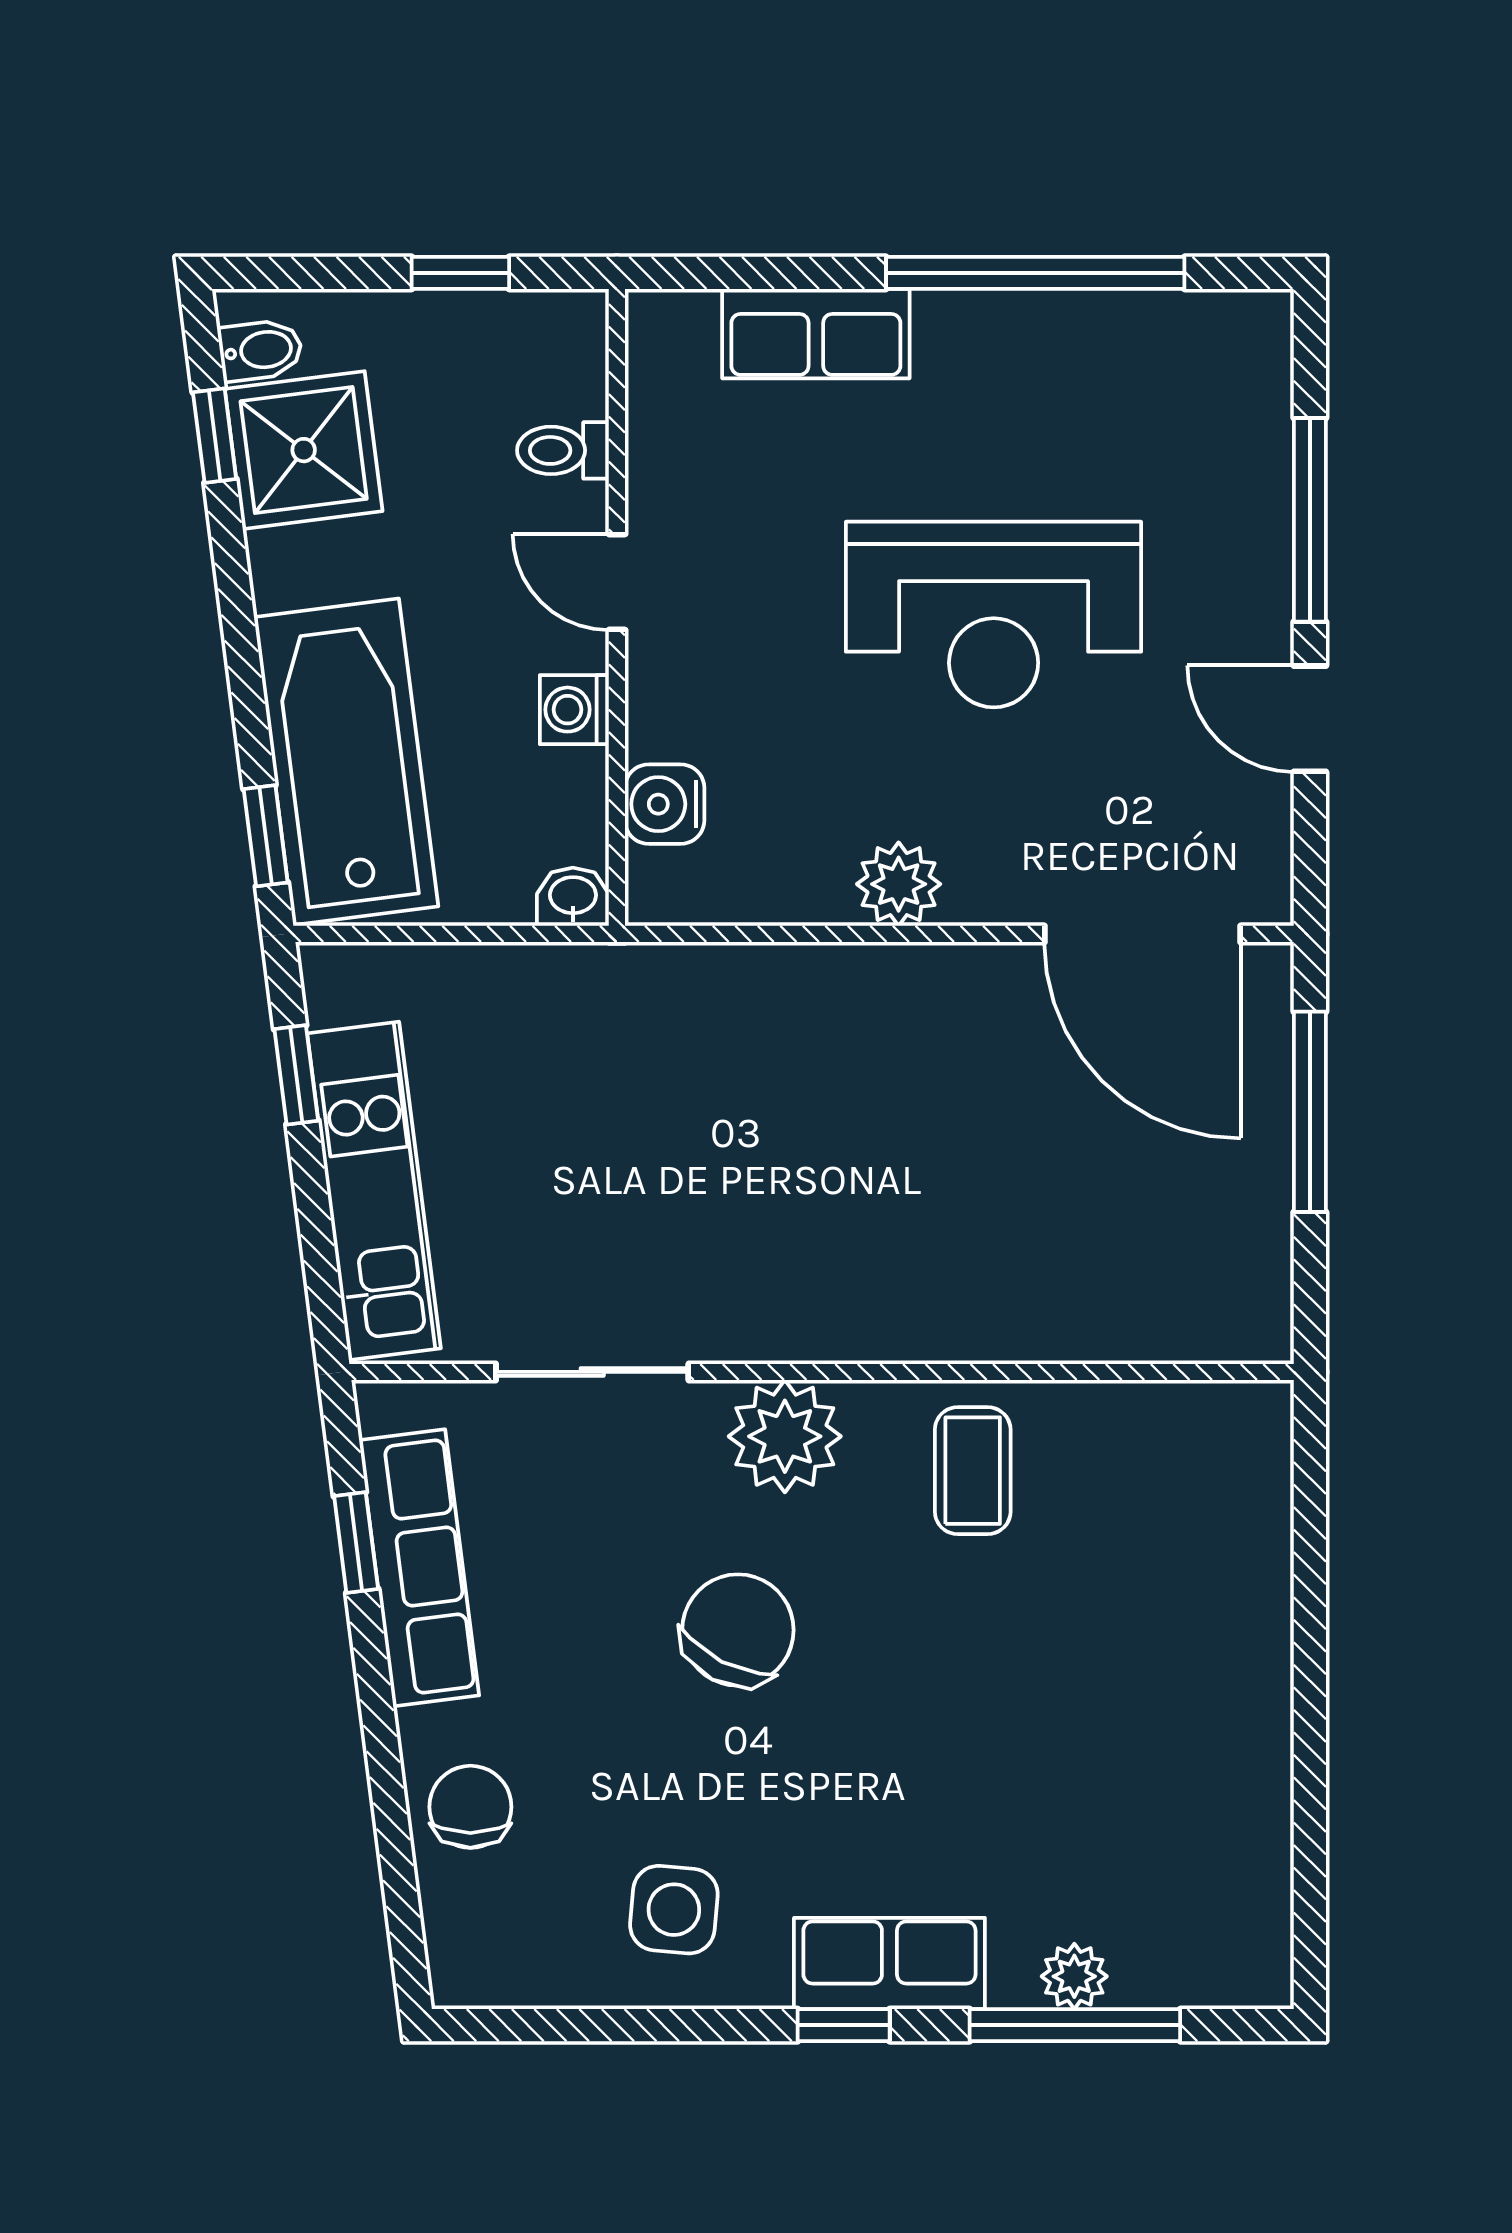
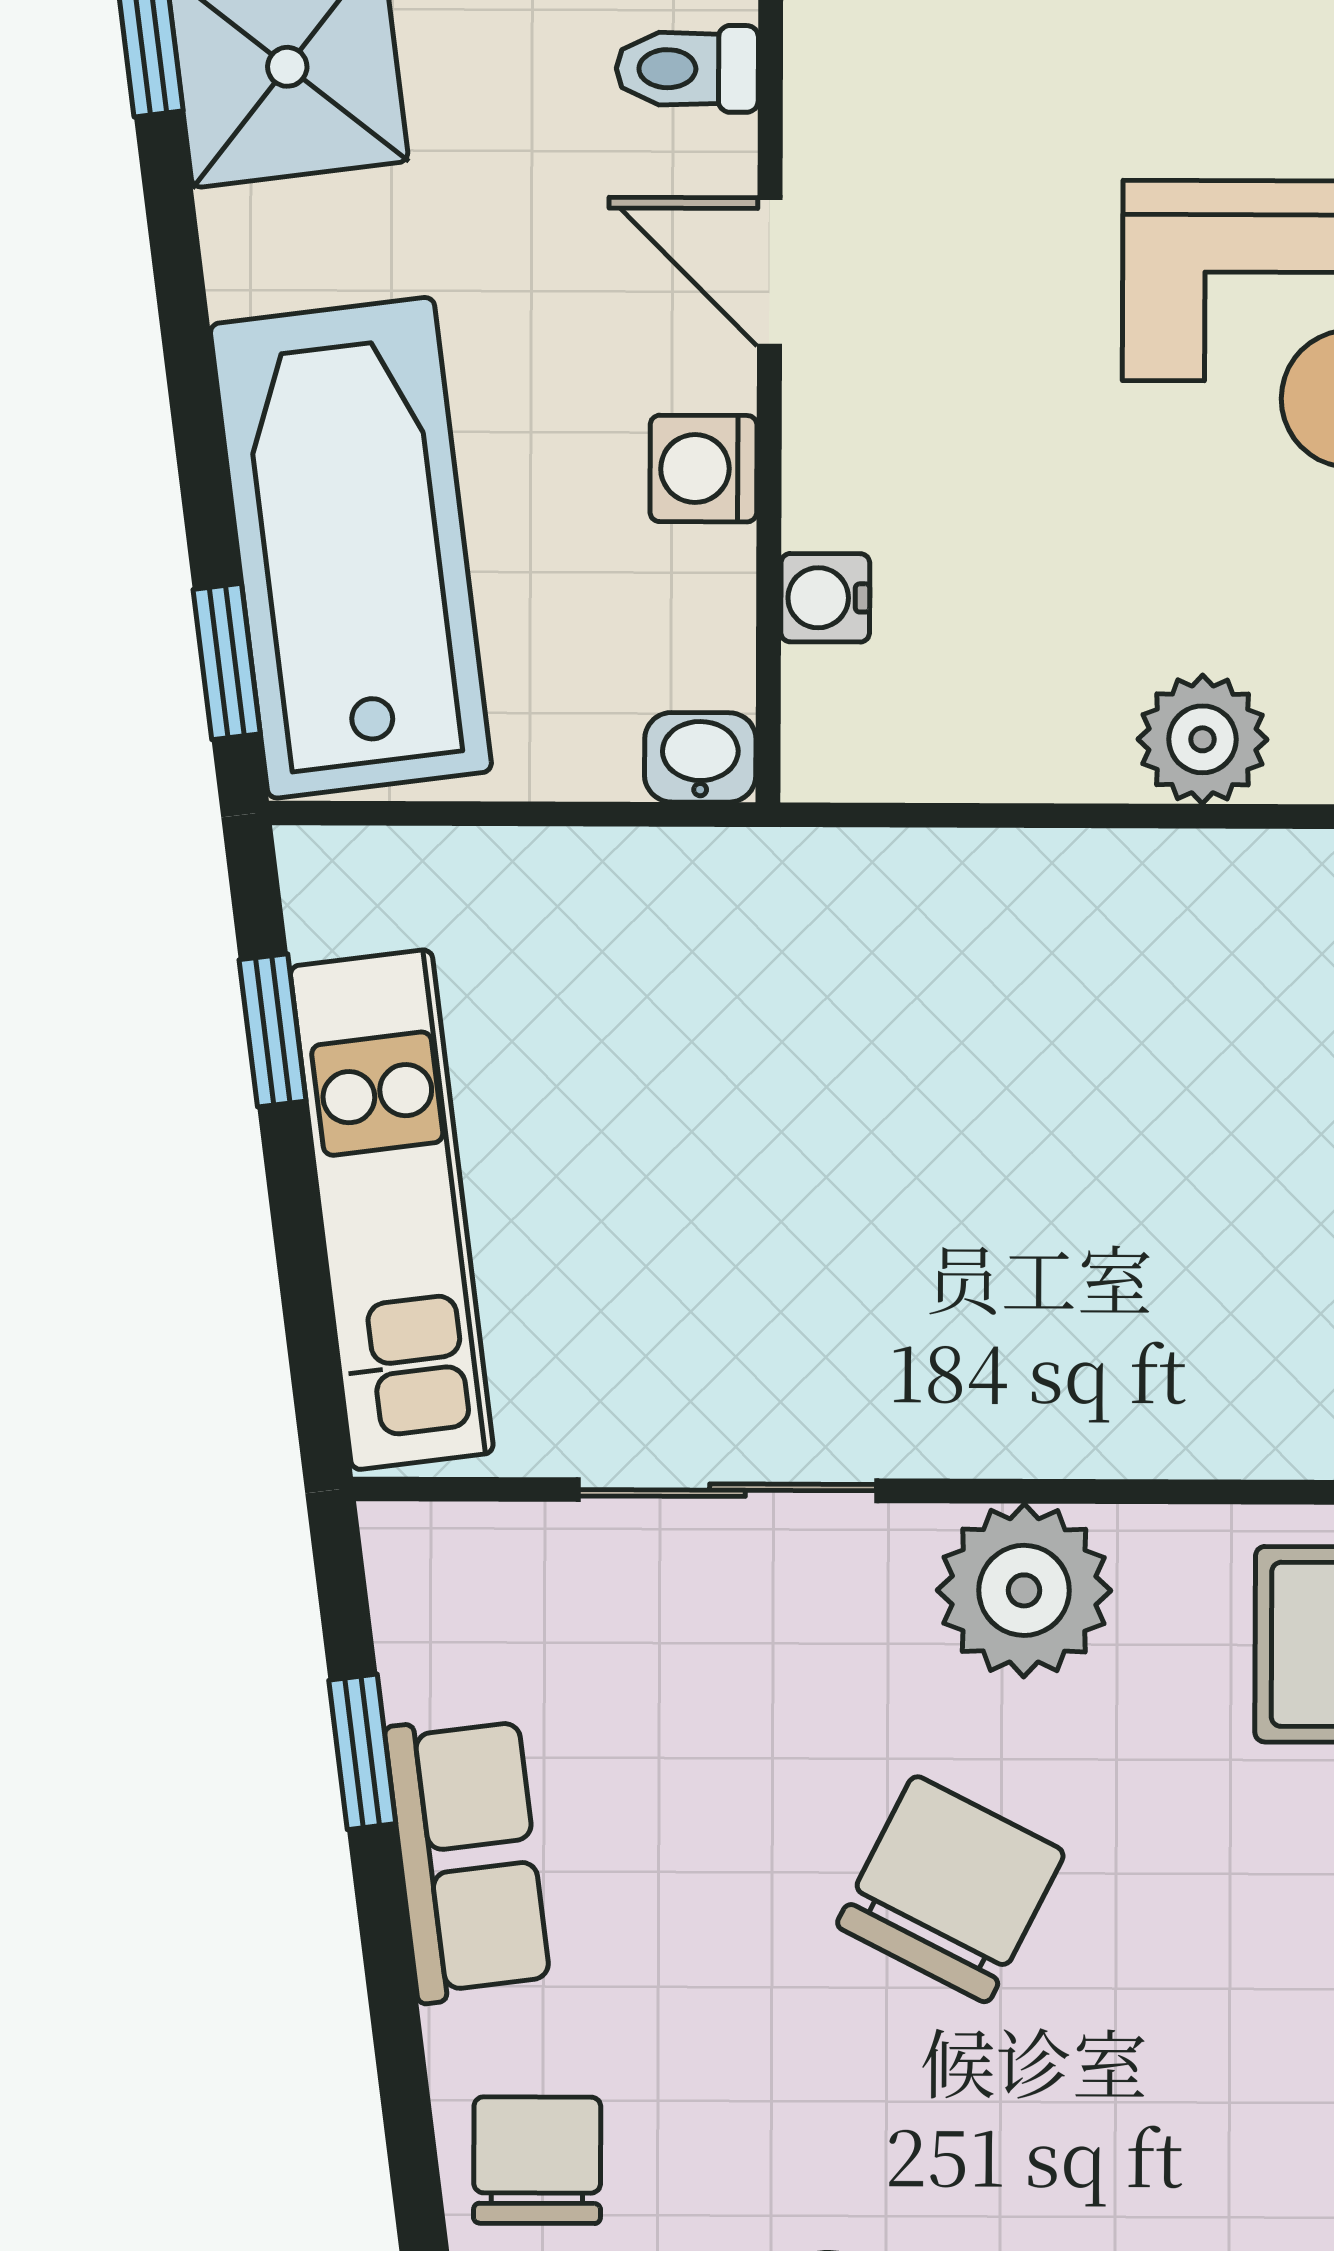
water cooler: (665, 804) -> (825, 598), width x0.72, depth x0.72
row of seats: (419, 1568) -> (468, 1858), width x0.68

